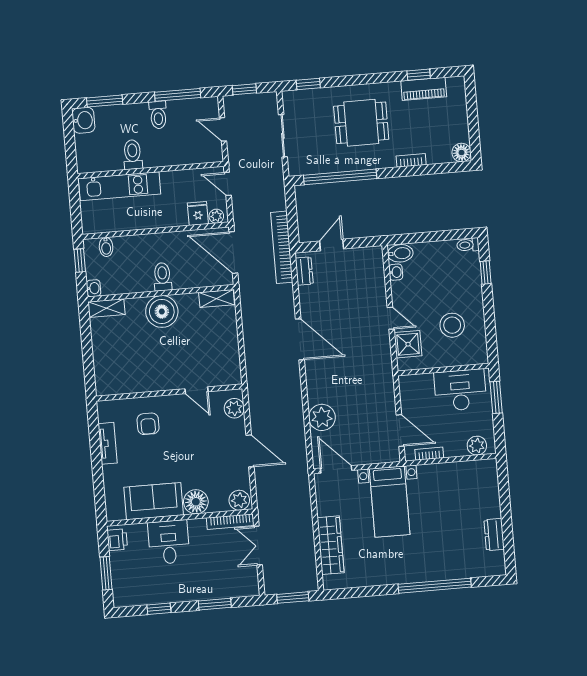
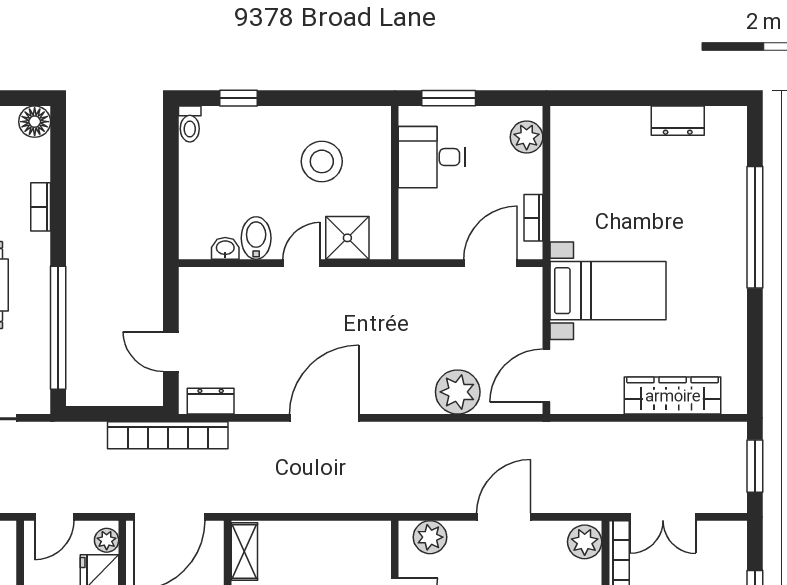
bidet: (400, 253) -> (256, 238), moved
desk: (460, 390) -> (432, 157), width x0.73

